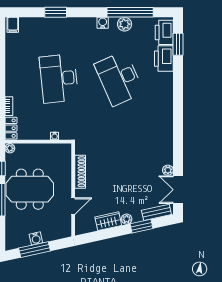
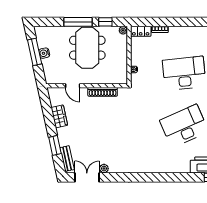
plant: (127, 219) -> (61, 132), removed

